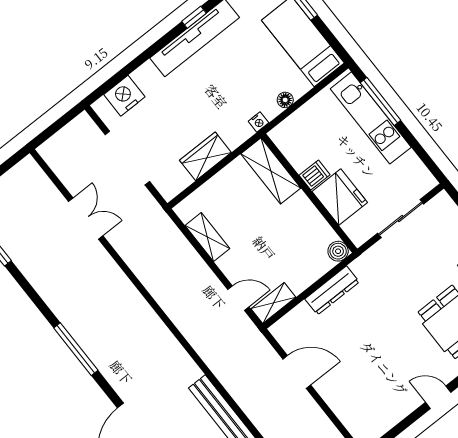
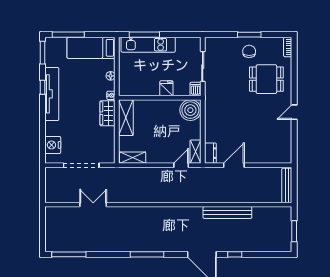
wardrobe: (205, 156) -> (108, 113), moved
shelving: (271, 171) -> (126, 118), moved, turned 90
dishwasher: (315, 175) -> (195, 89), moved
fridge: (340, 197) -> (166, 88), width x0.53, depth x0.75
shelving: (207, 237) -> (133, 158), moved
boiler: (338, 251) -> (190, 110), width x1.86, depth x1.86
dresser: (332, 290) -> (210, 153), moved, width x0.70

